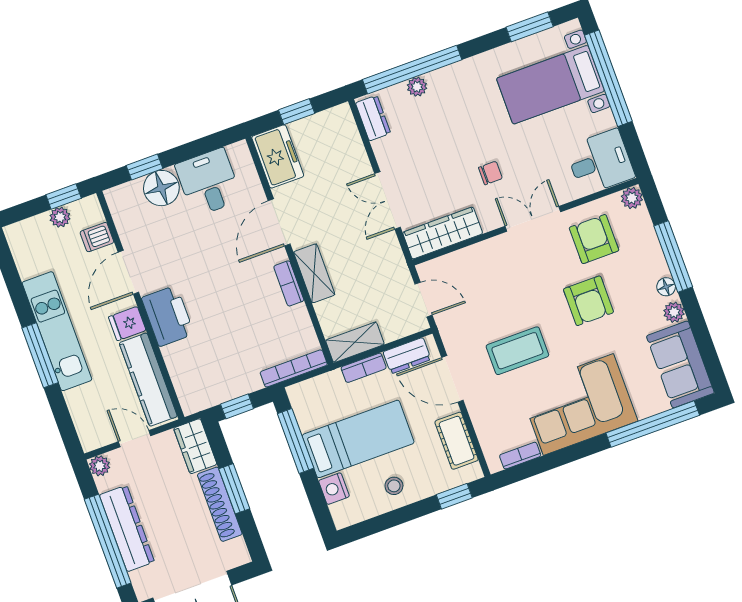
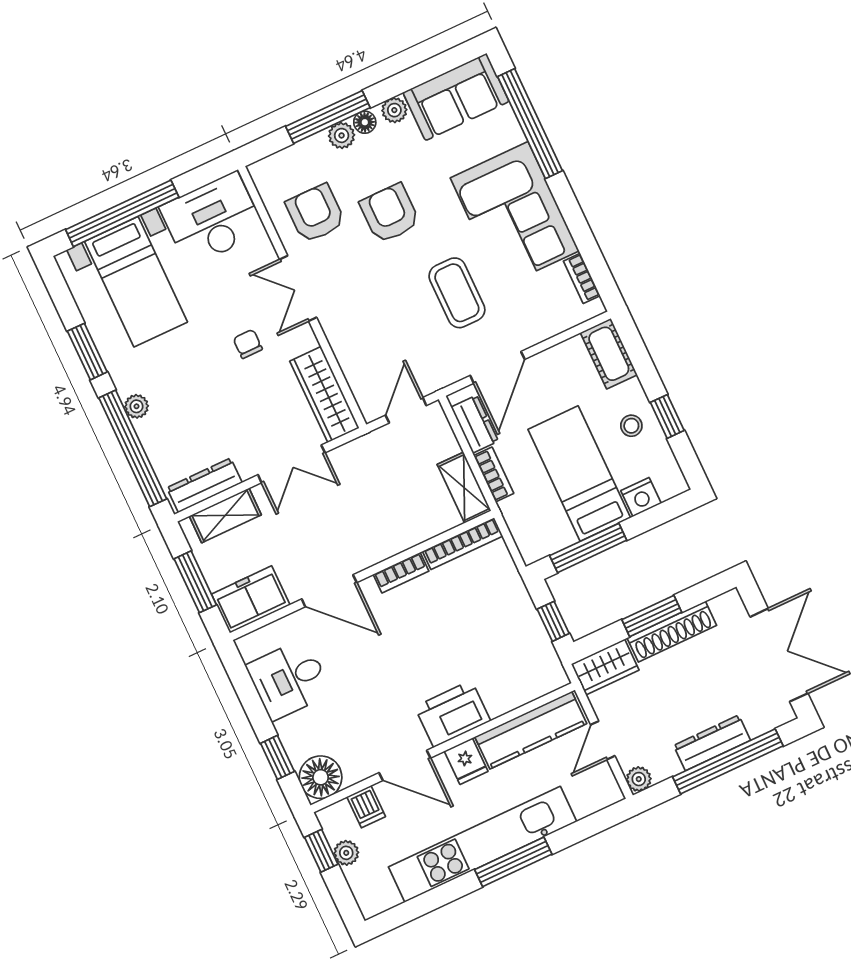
window: (530, 27) -> (87, 352), moved
plant: (417, 87) -> (136, 406), moved
window: (297, 112) -> (195, 582), width x1.50
dresser: (373, 118) -> (204, 485), width x1.44
desk: (600, 162) -> (212, 219), width x1.37
floor lamp: (161, 188) -> (321, 777), moved
plant: (632, 198) -> (342, 135), moved
armchair: (594, 239) -> (316, 213), turned 90
shelving: (314, 273) -> (225, 515), moved
armchair: (588, 301) -> (390, 213), turned -90
kitchen unit: (57, 331) -> (483, 844), width x1.36
bookcase: (294, 368) -> (463, 544), moved, turned -90
cot: (457, 441) -> (609, 354), moved, turned 90
window: (454, 496) -> (667, 416), moved
dresser: (127, 528) -> (712, 743), width x0.73, depth x0.80

